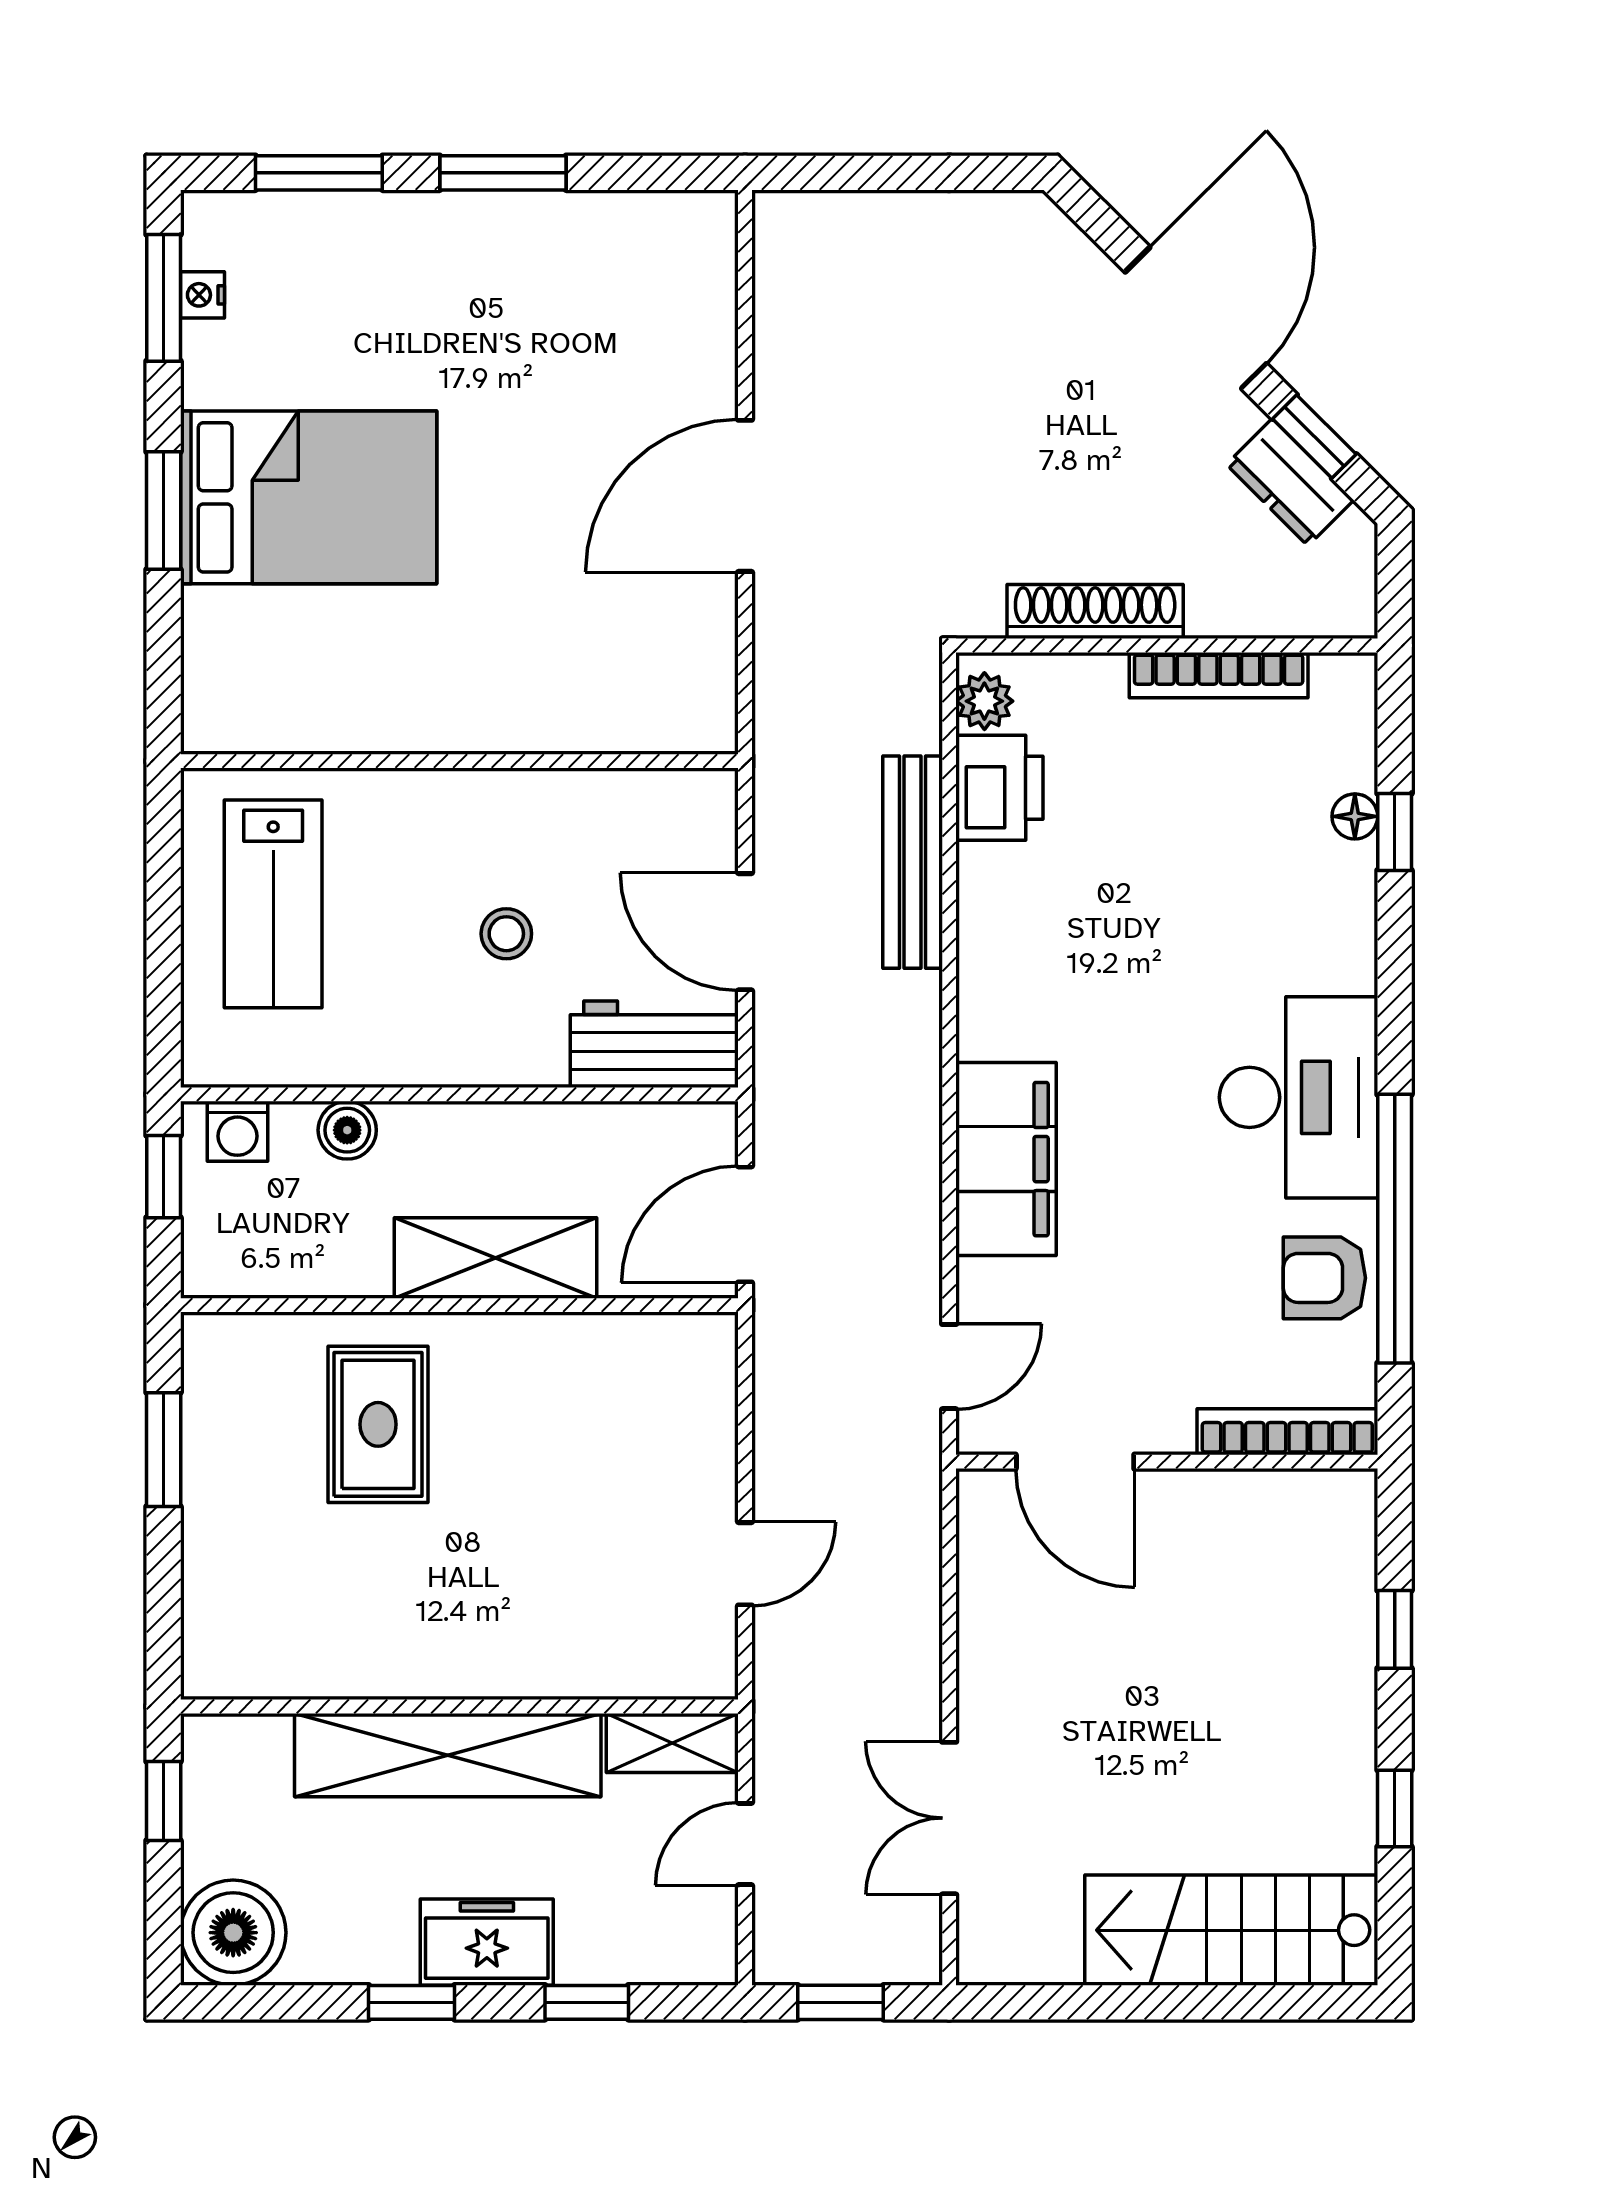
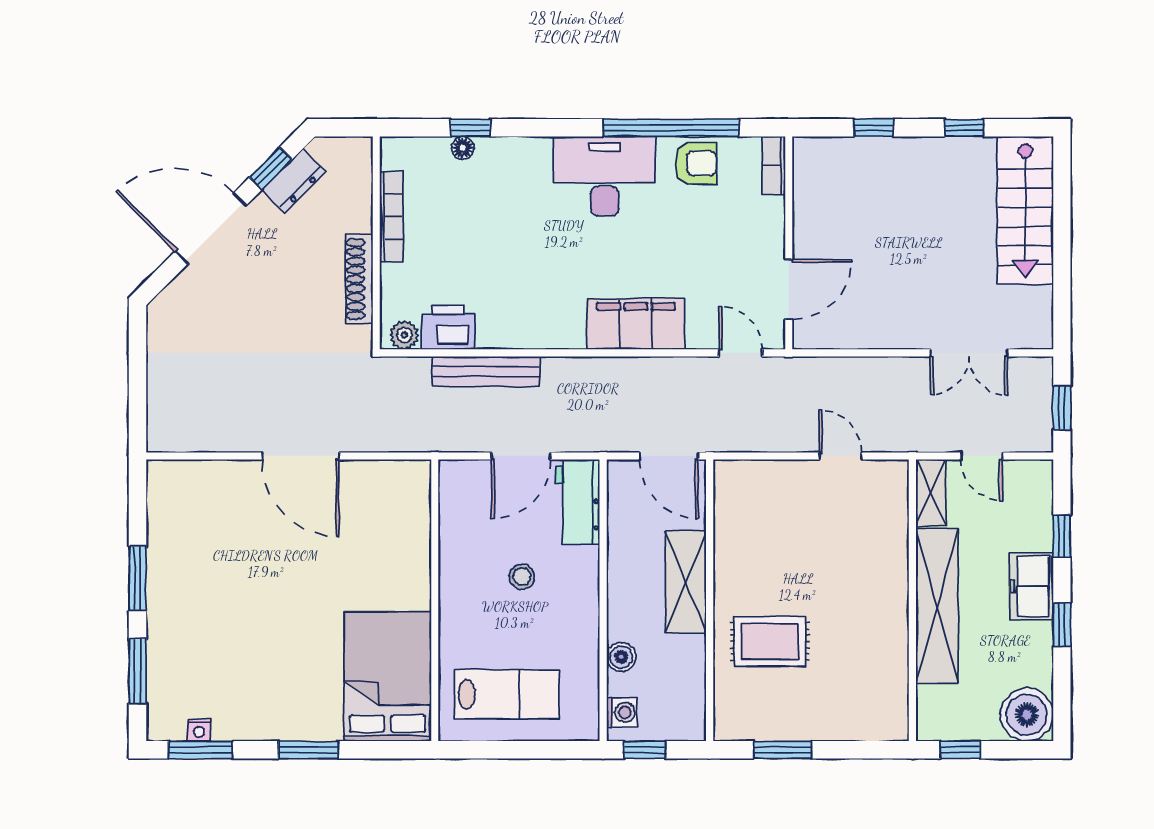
bed: (309, 497) -> (388, 677), moved
armchair: (1324, 1278) -> (696, 163), turned -90
bookcase: (1287, 1432) -> (774, 166), width x0.64

